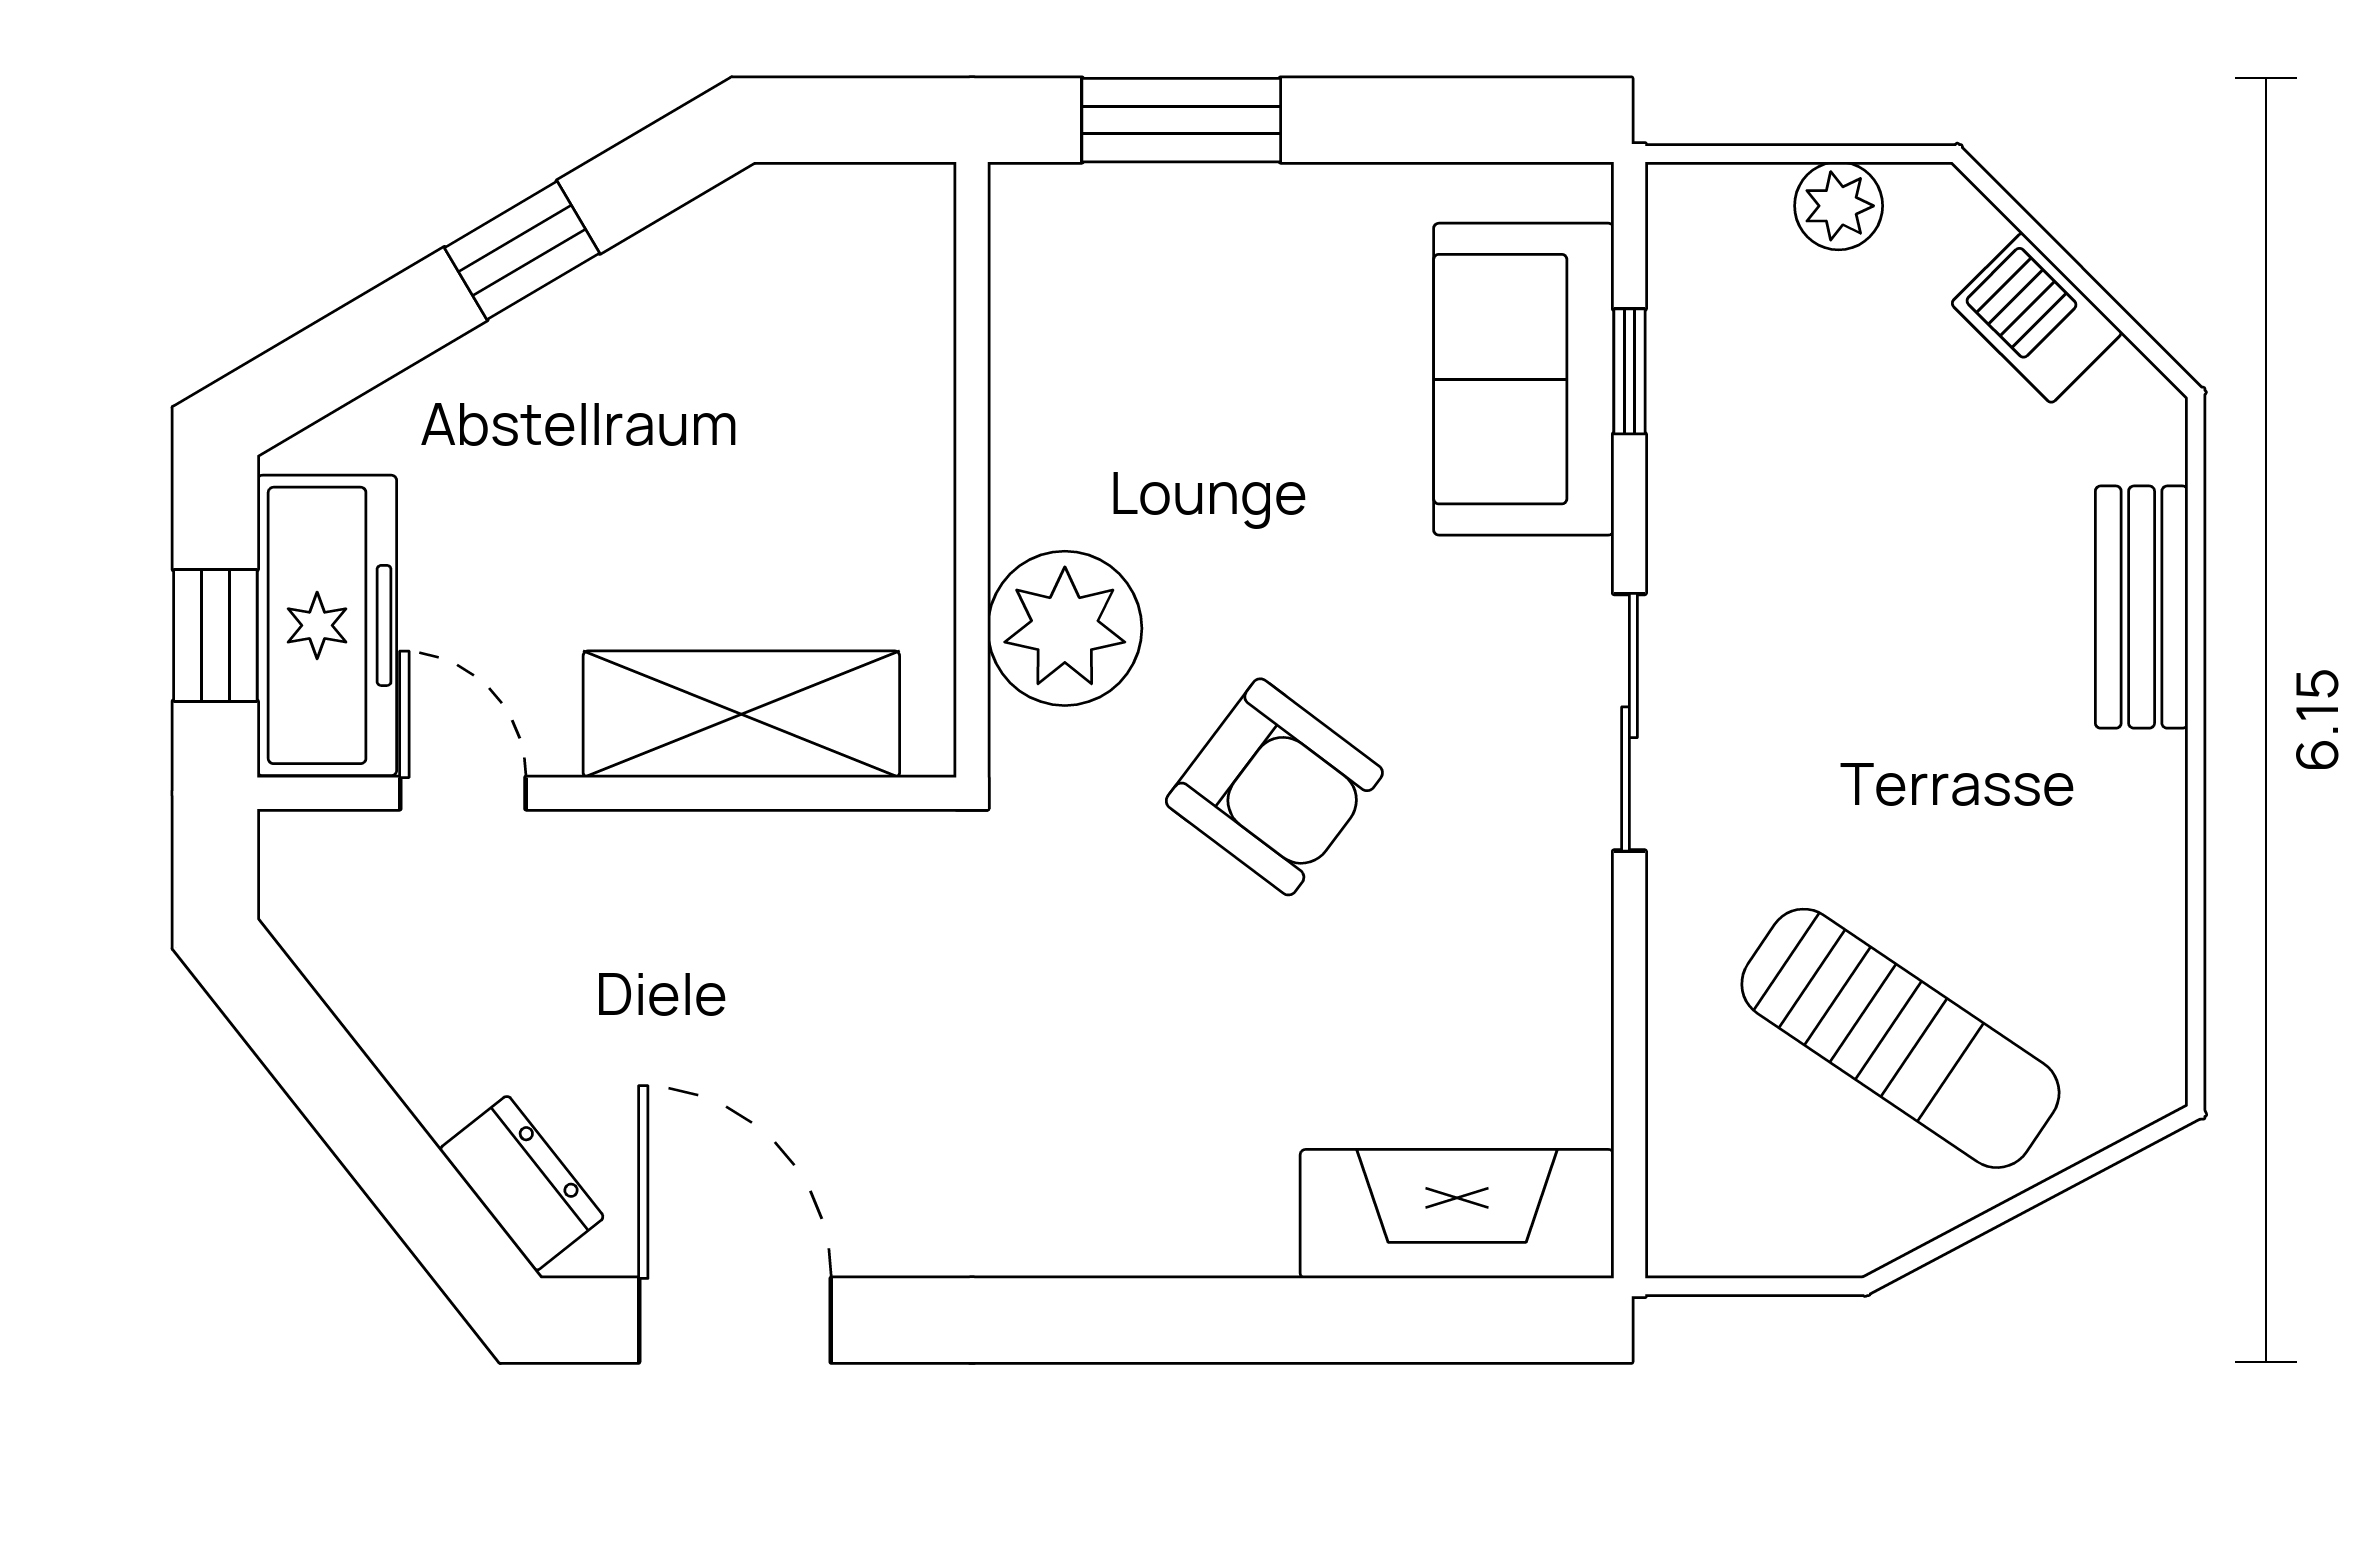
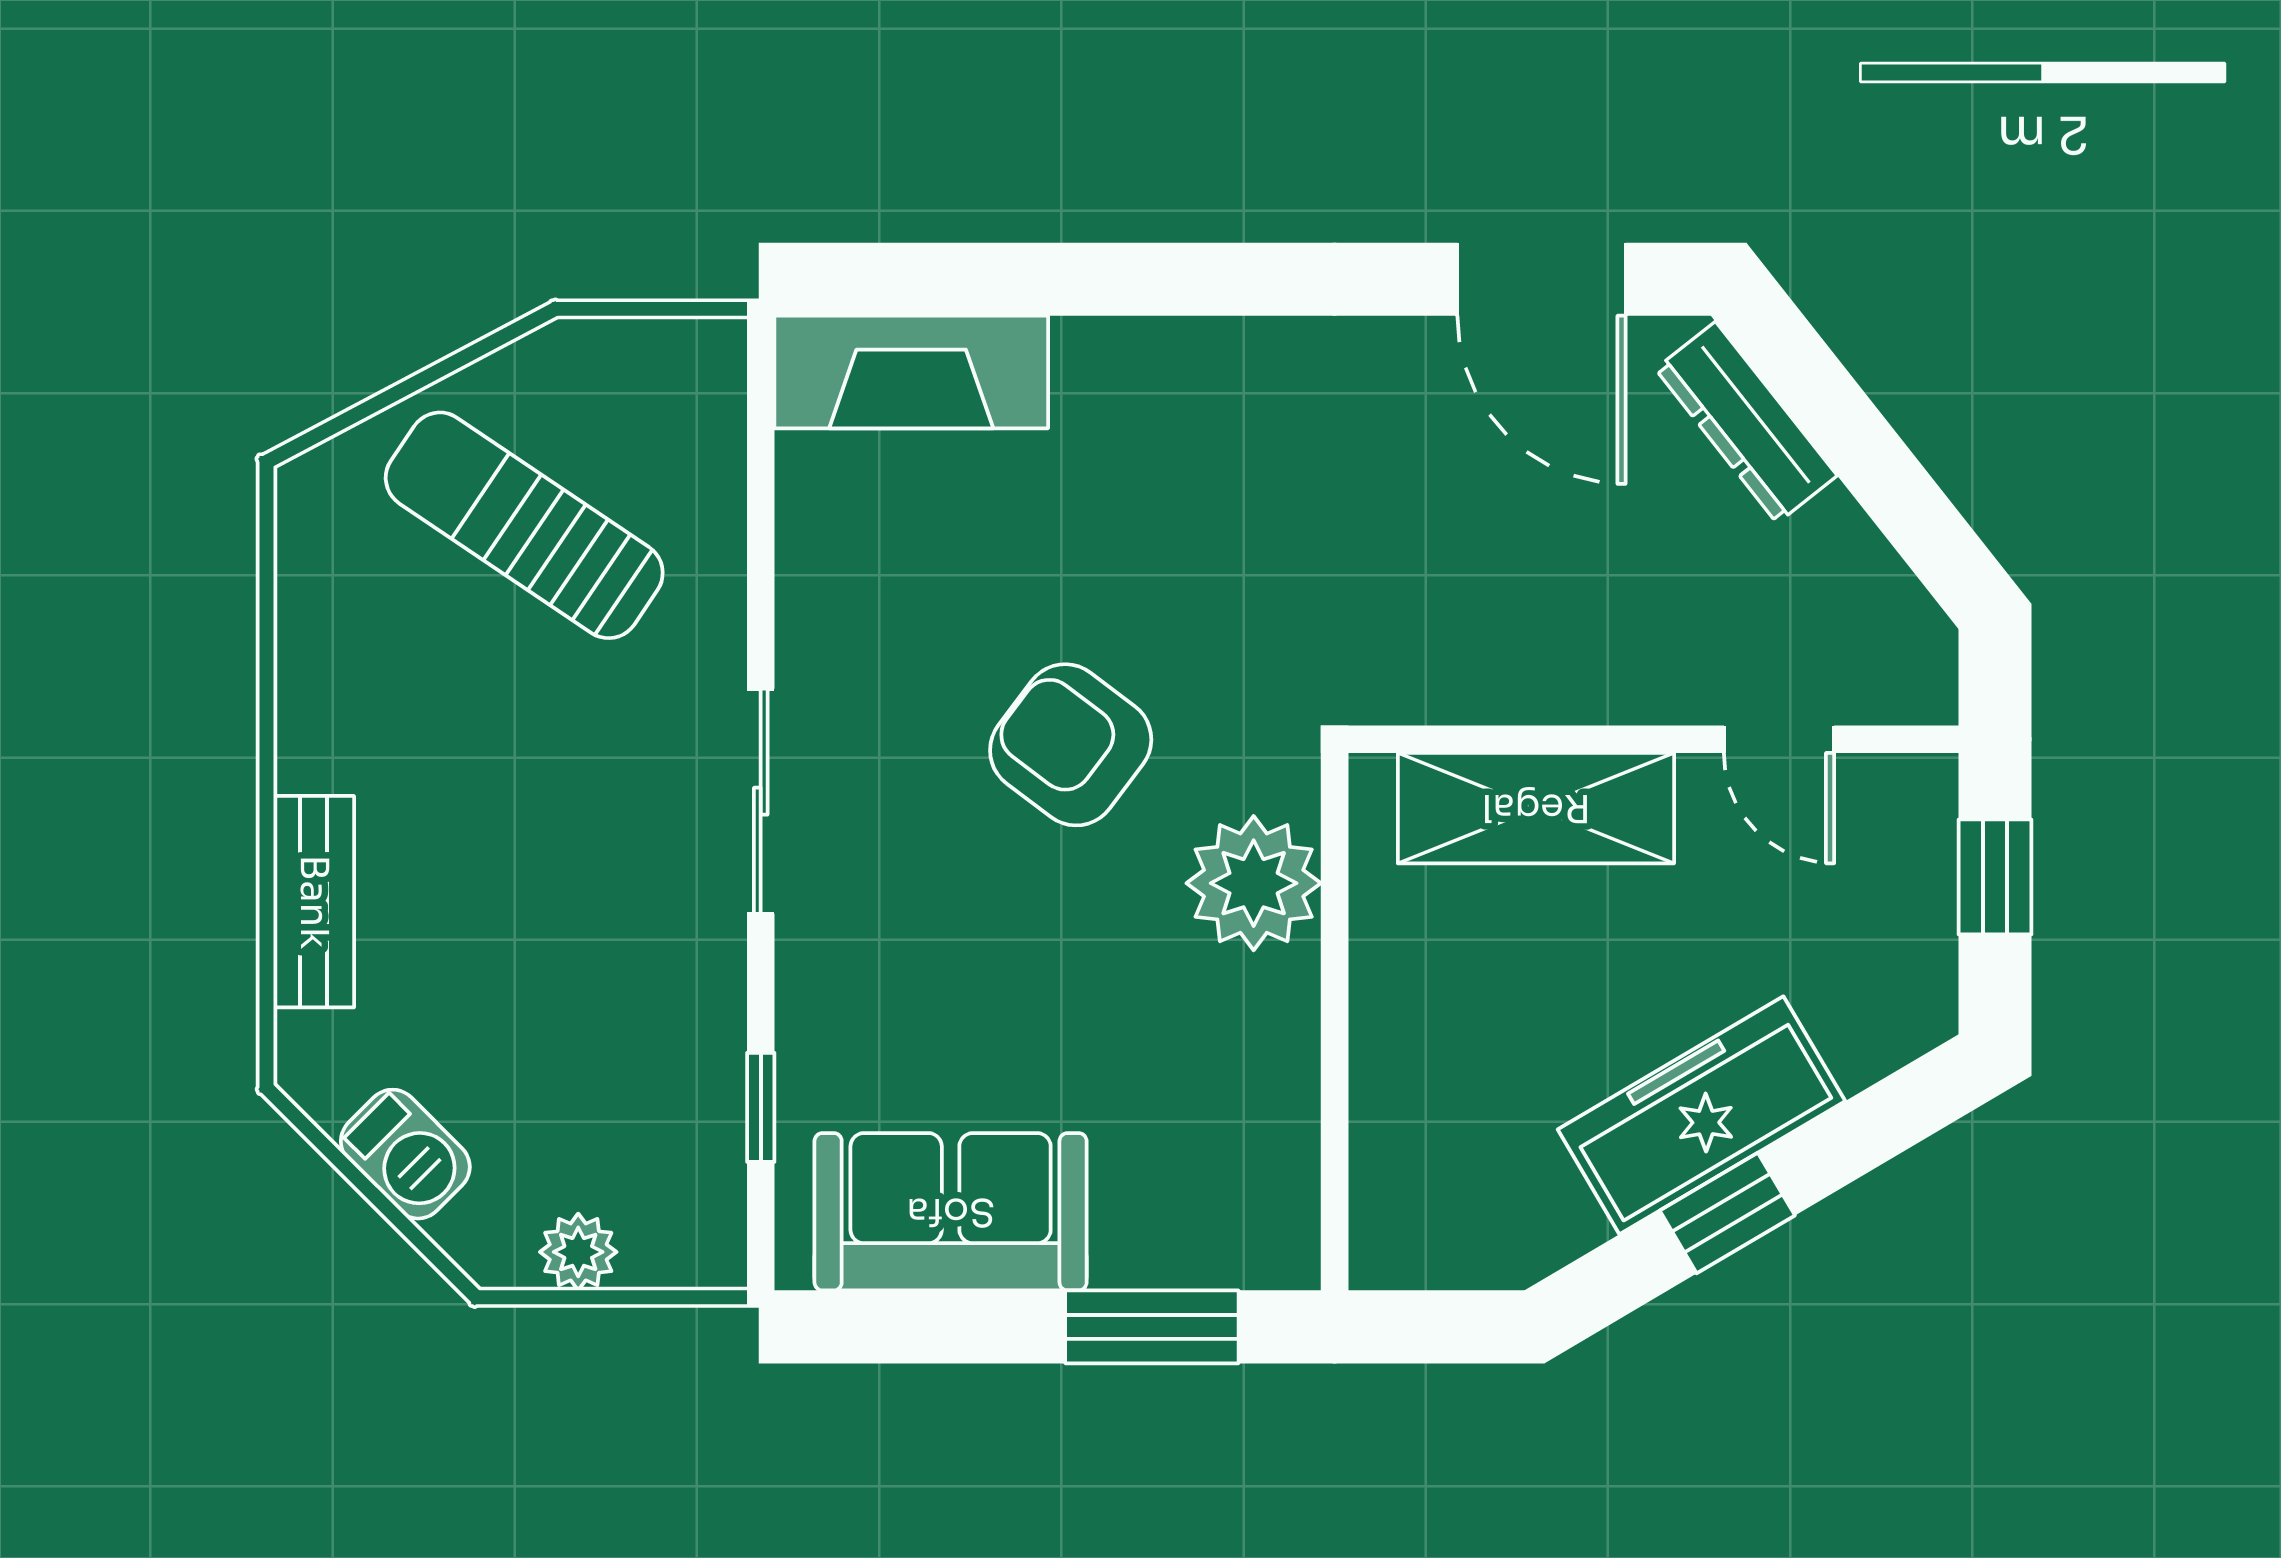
sofa: (1524, 379) -> (951, 1212), moved, turned -90
freezer: (327, 625) -> (1701, 1115), moved, turned 59
dresser: (522, 1183) -> (1746, 422), width x1.44

